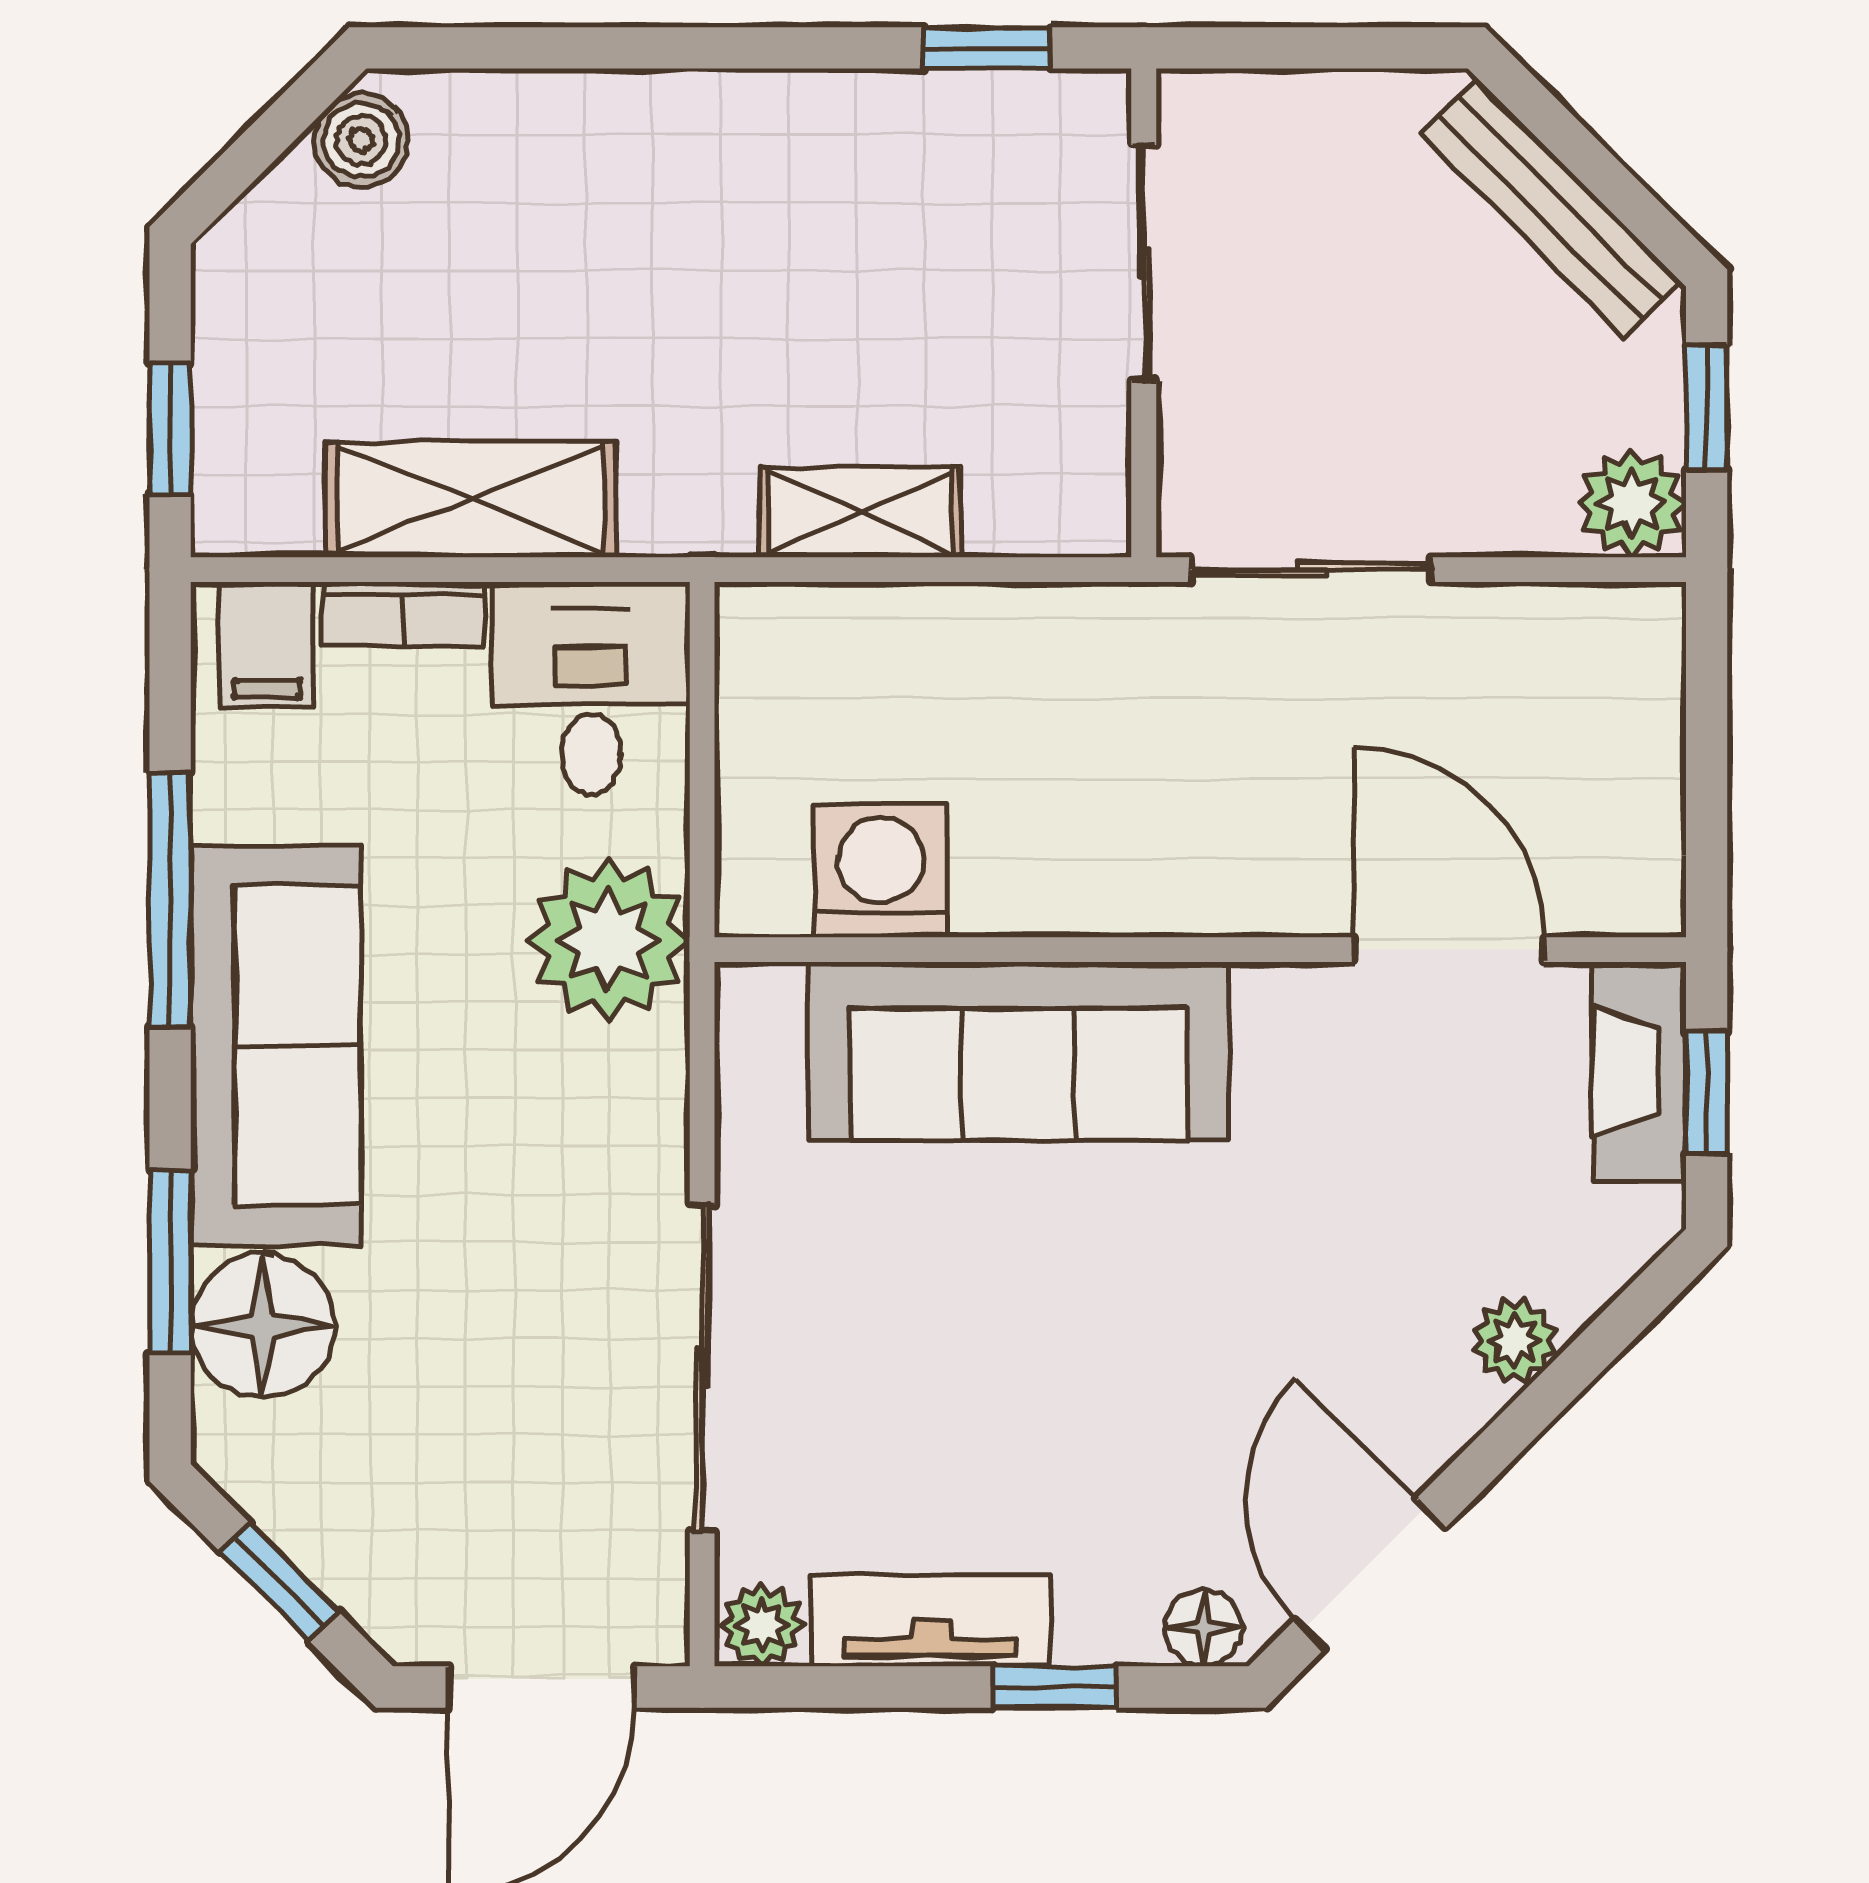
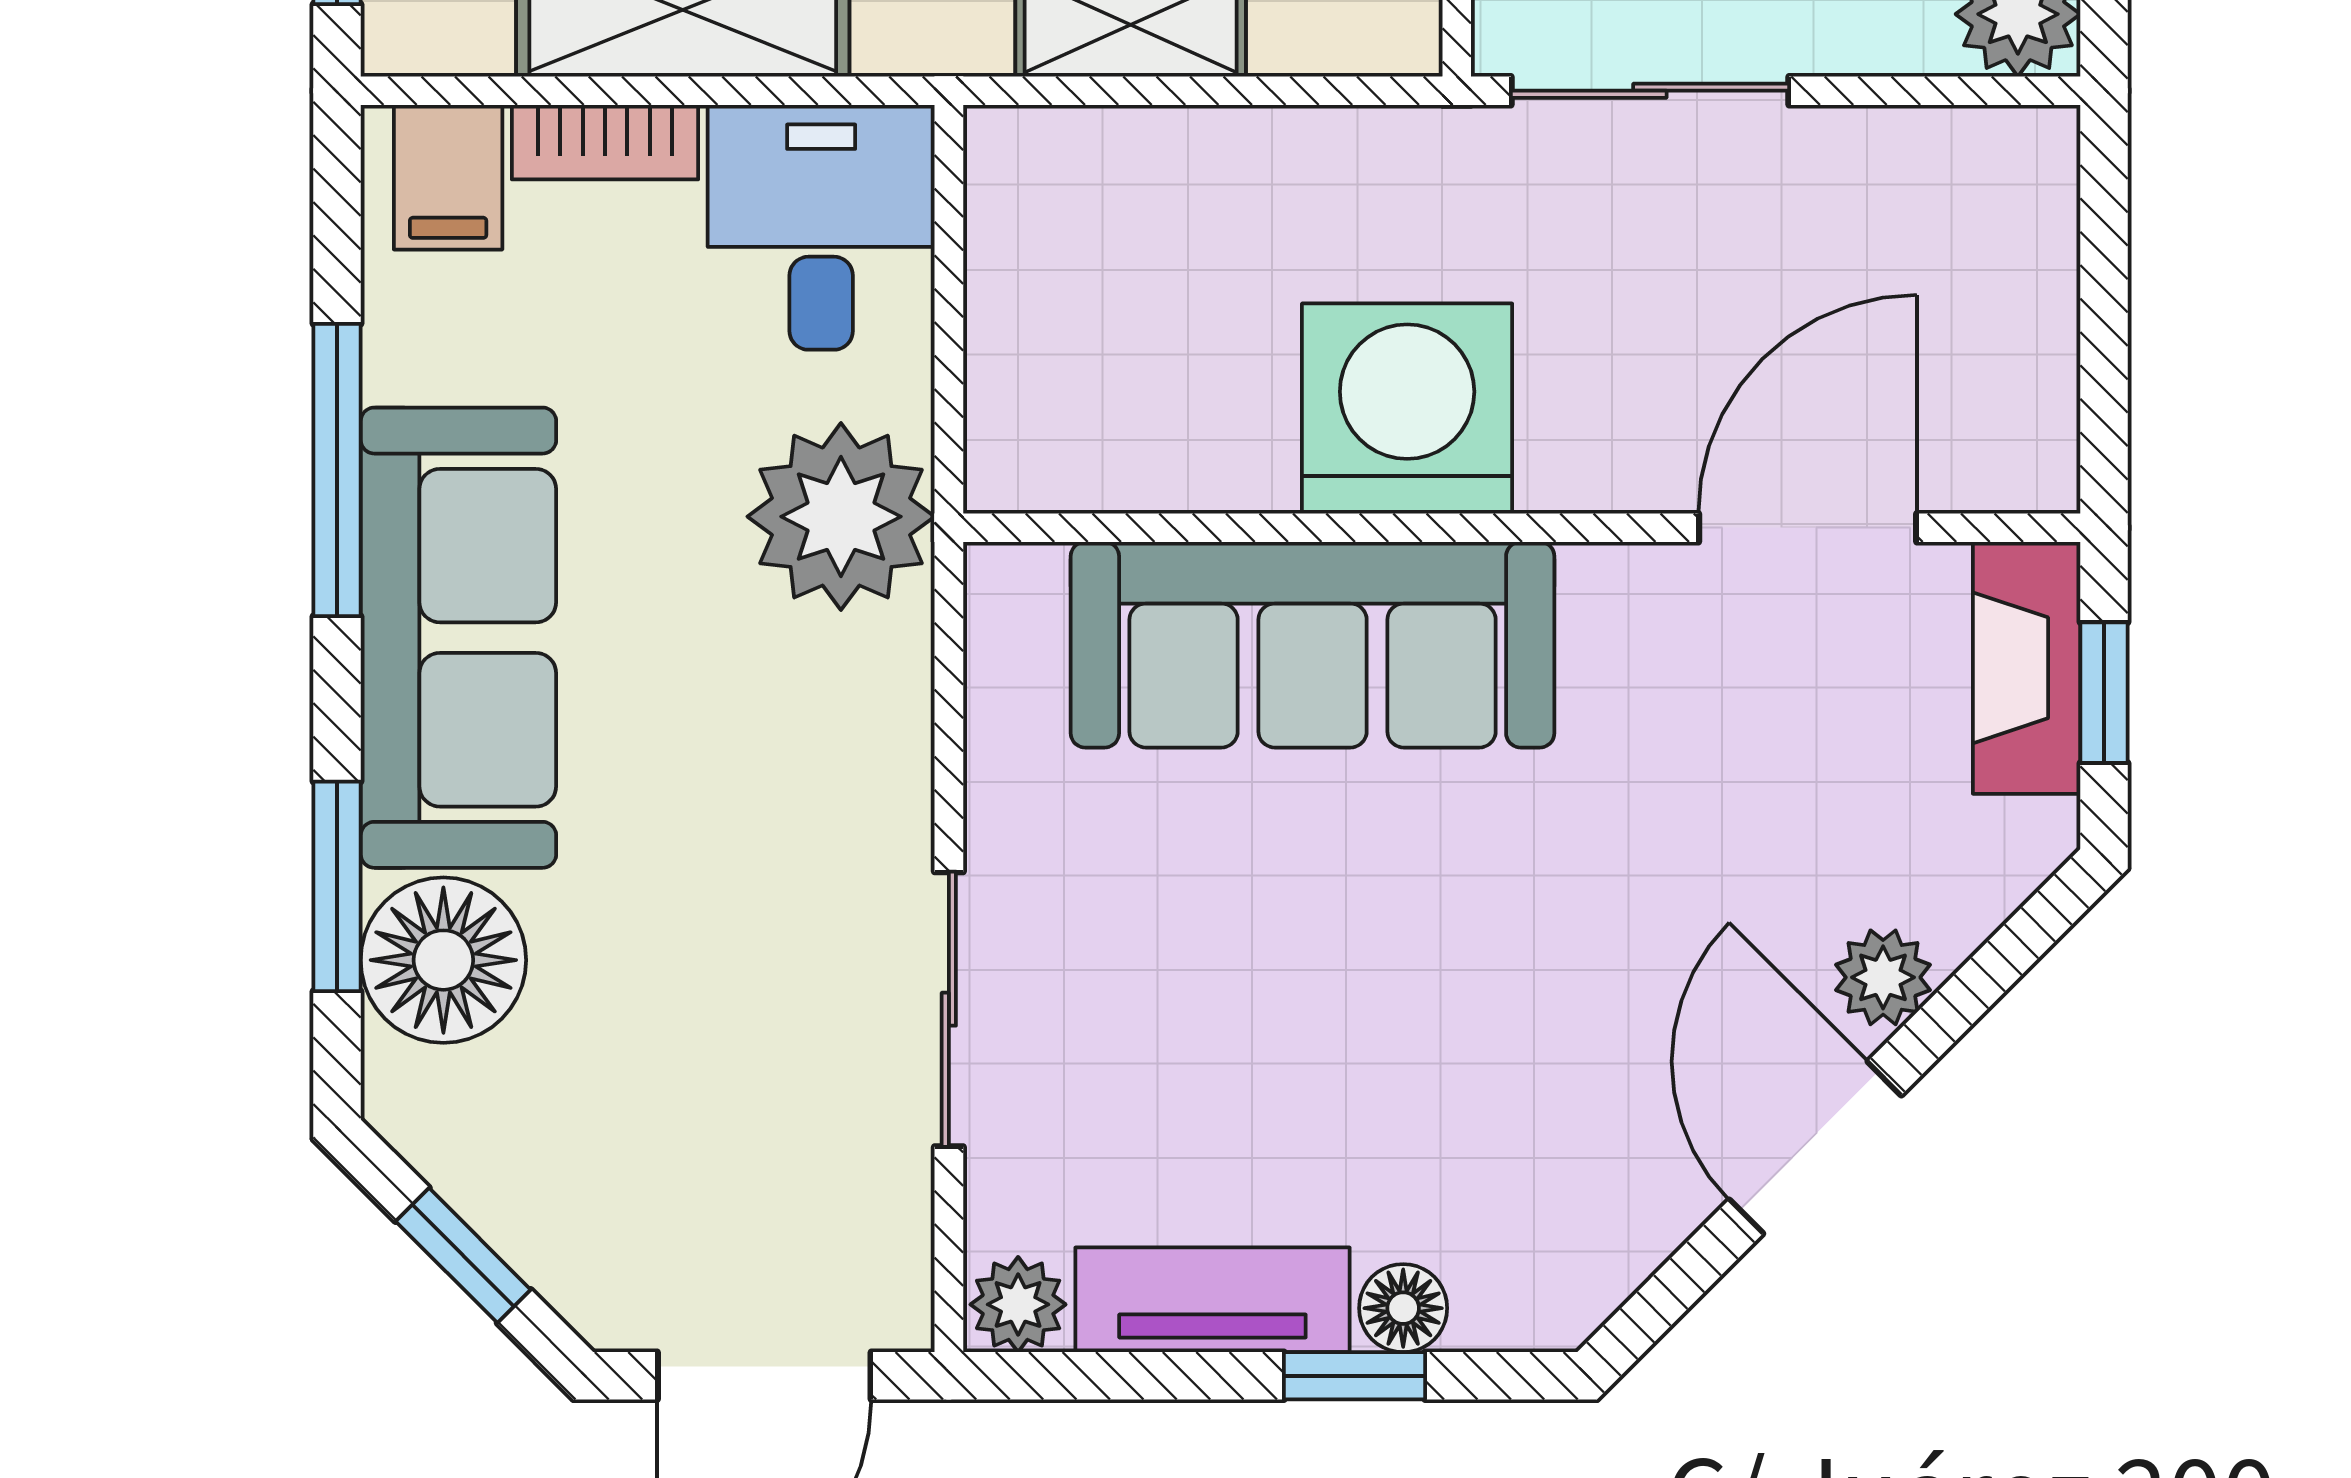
washing machine: (880, 871) -> (1407, 408), moved, width x1.37, depth x1.37
door: (1449, 950) -> (1808, 528), hinge flipped
sliding door: (702, 1368) -> (949, 1009), width x0.73
door: (1370, 1574) -> (1815, 1148), moved
floor lamp: (1203, 1628) -> (1403, 1308), moved

